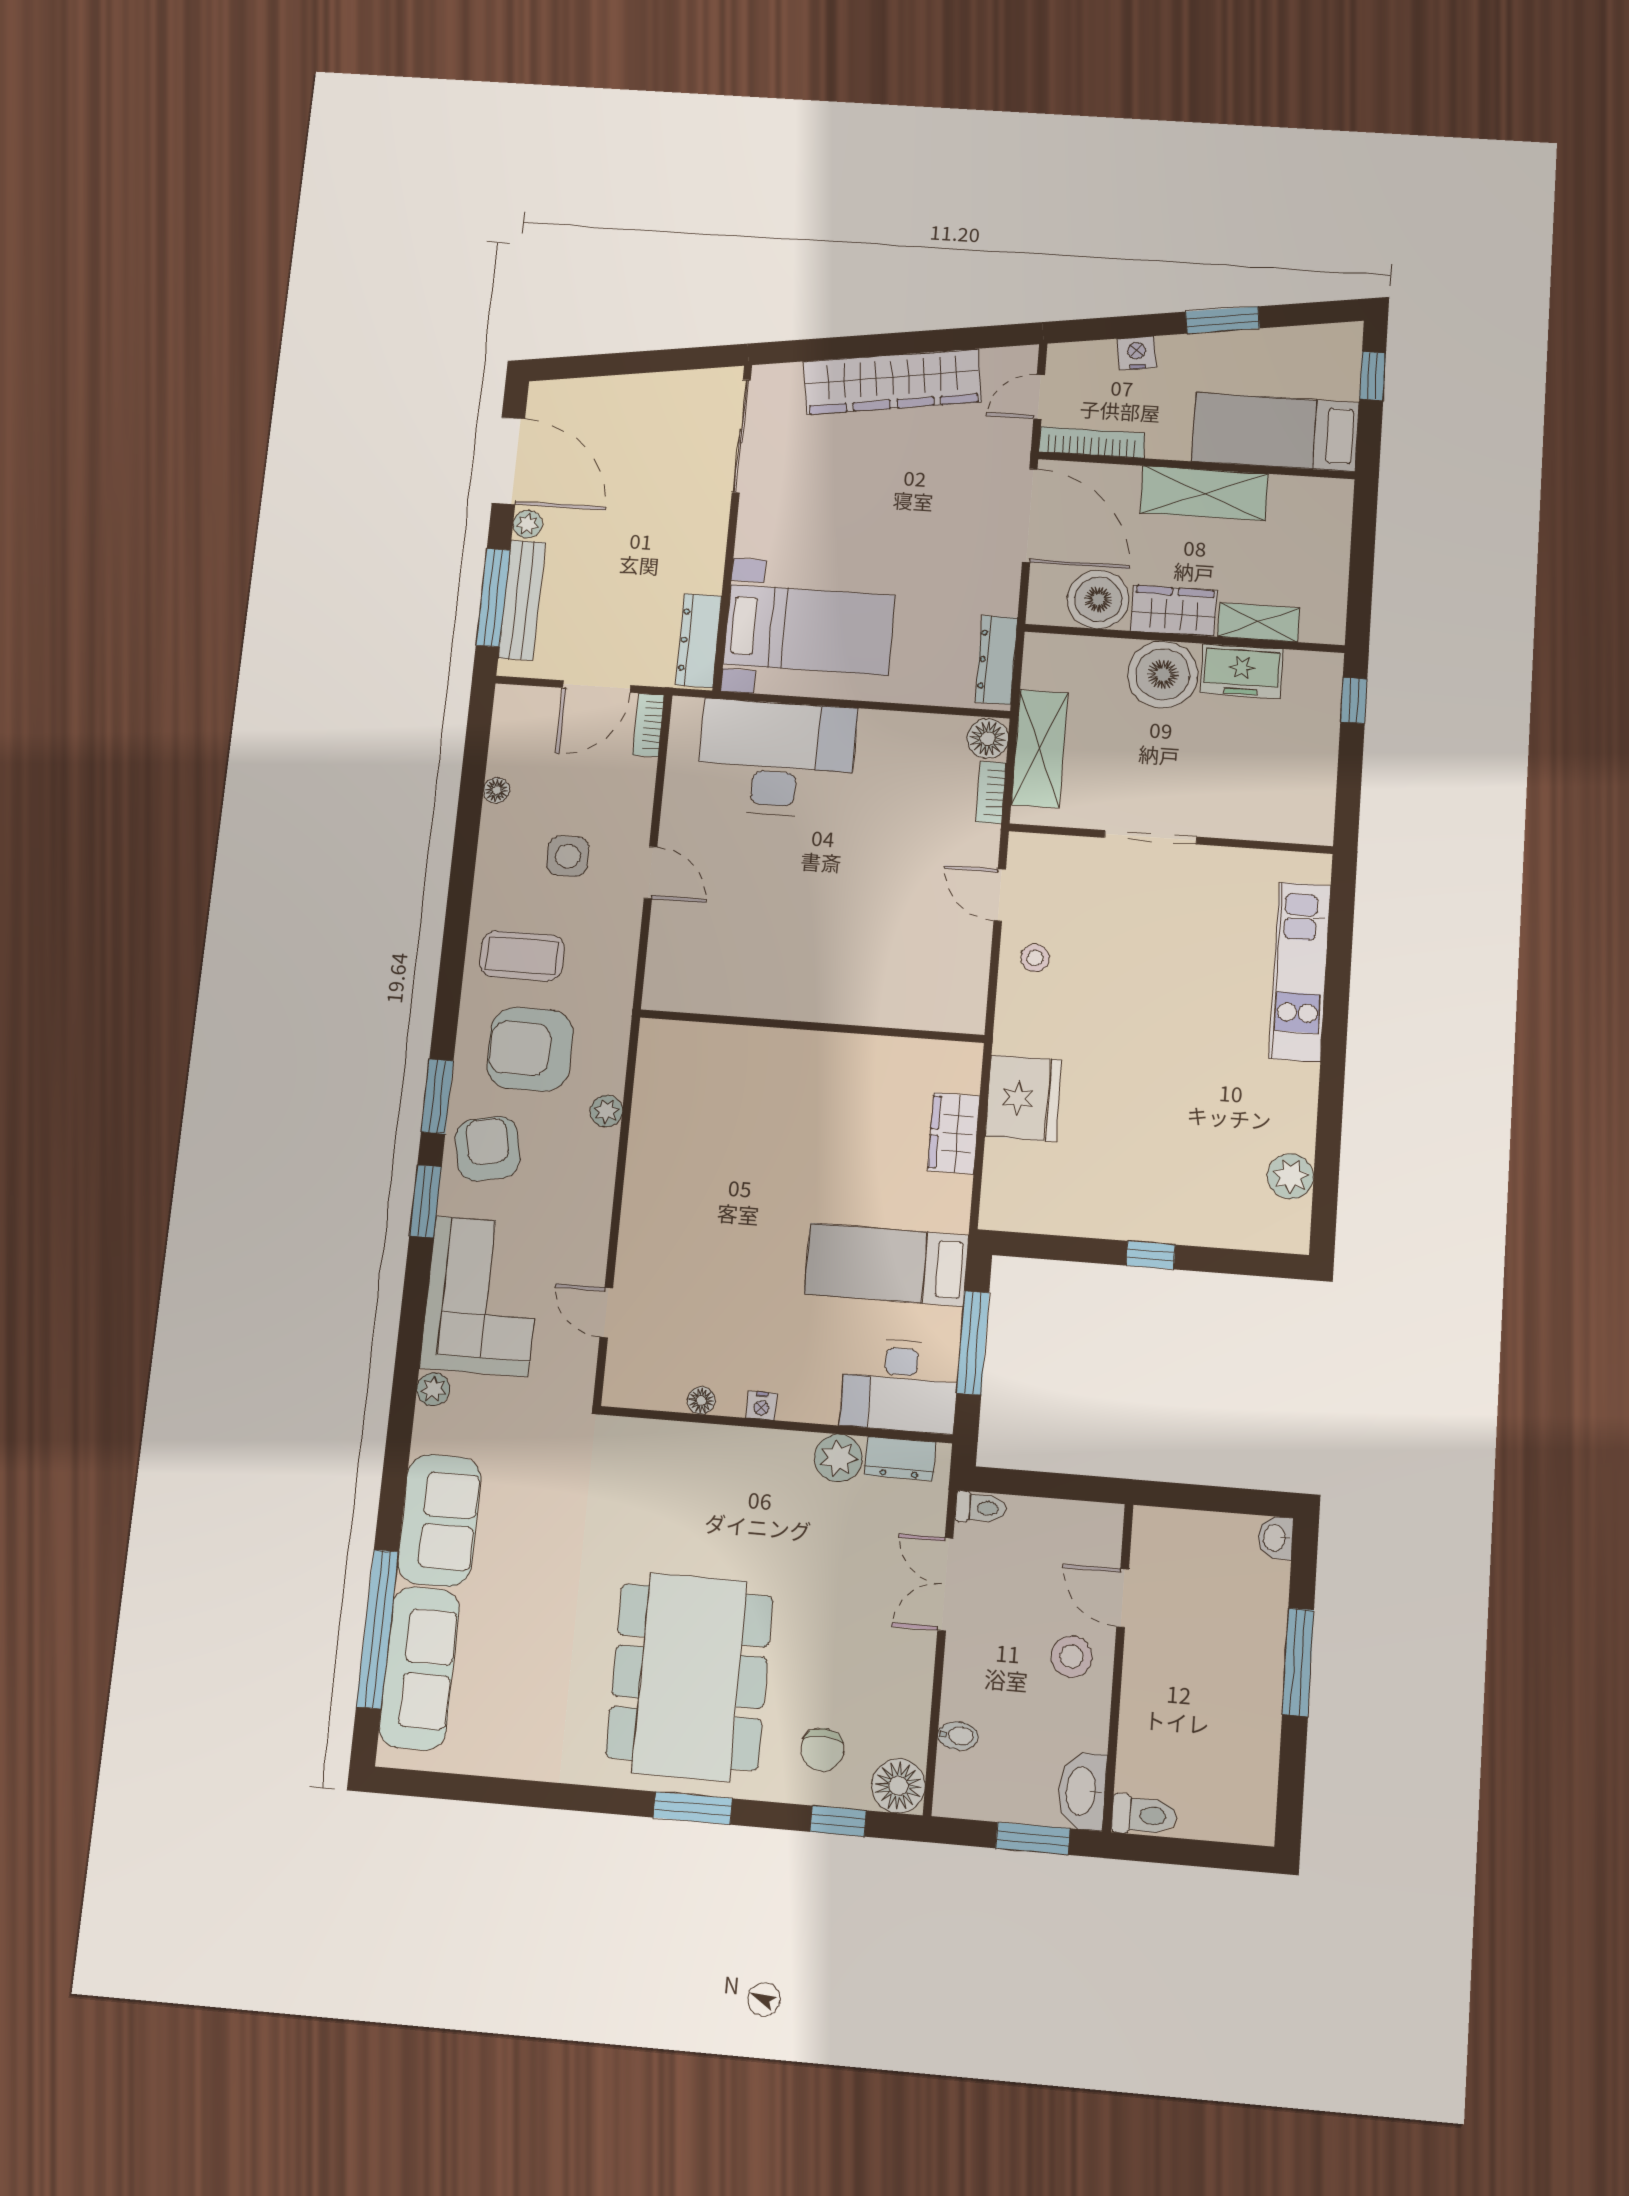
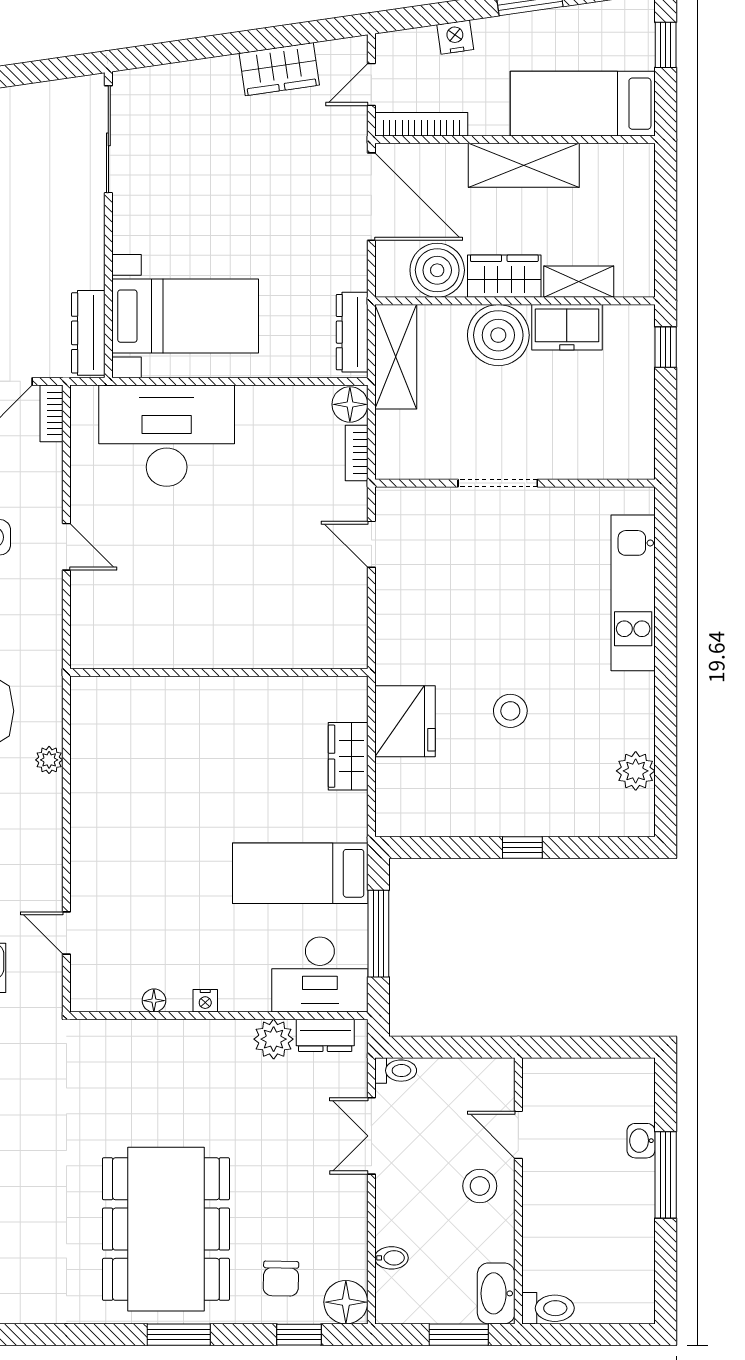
wardrobe: (892, 382) -> (279, 69), width x0.48, depth x0.85
shelving: (1039, 749) -> (396, 357), moved
stool: (1035, 958) -> (510, 711), moved, width x1.37, depth x1.37
washbasin: (1275, 1538) -> (641, 1141), moved

